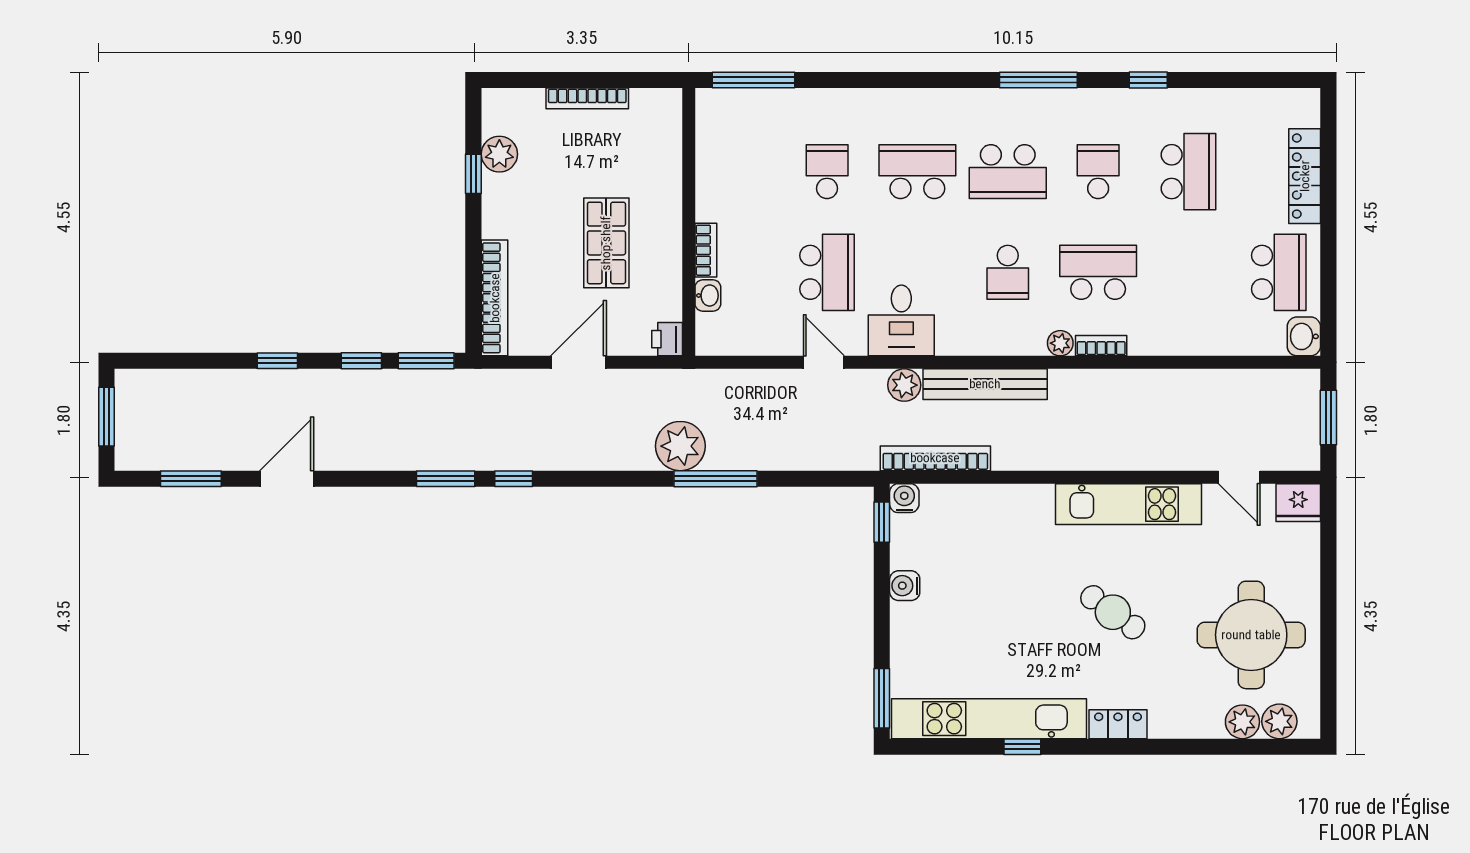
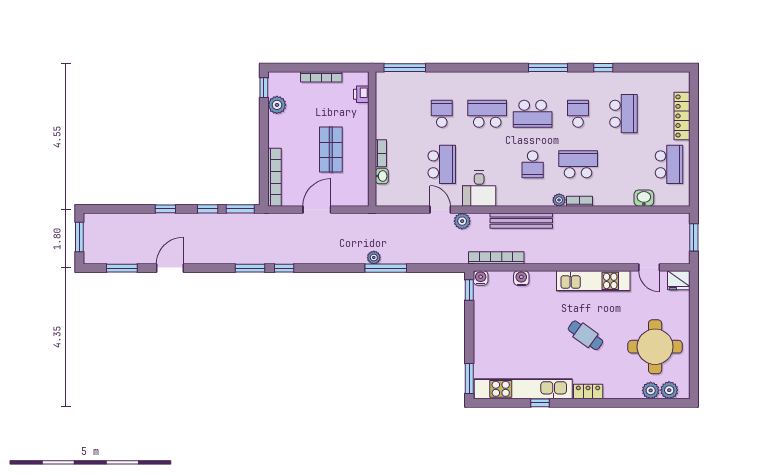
window: (473, 174) -> (264, 88), moved
washbasin: (1304, 336) -> (644, 198), moved, turned 90
printer: (667, 339) -> (361, 94), moved
plant: (904, 385) -> (462, 221), moved
plant: (680, 446) -> (374, 258), width x0.53, depth x0.53
water cooler: (905, 586) -> (521, 278), moved, turned 90

